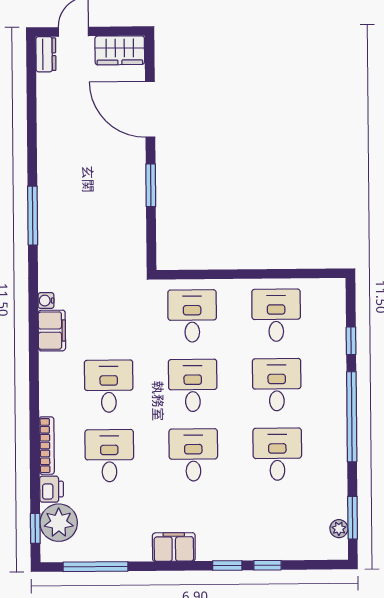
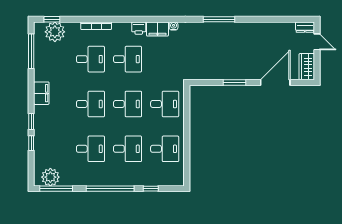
printer: (52, 489) -> (139, 28), moved
window: (353, 518) -> (56, 189), width x1.44
plant: (339, 529) -> (50, 177), width x1.87, depth x1.87

